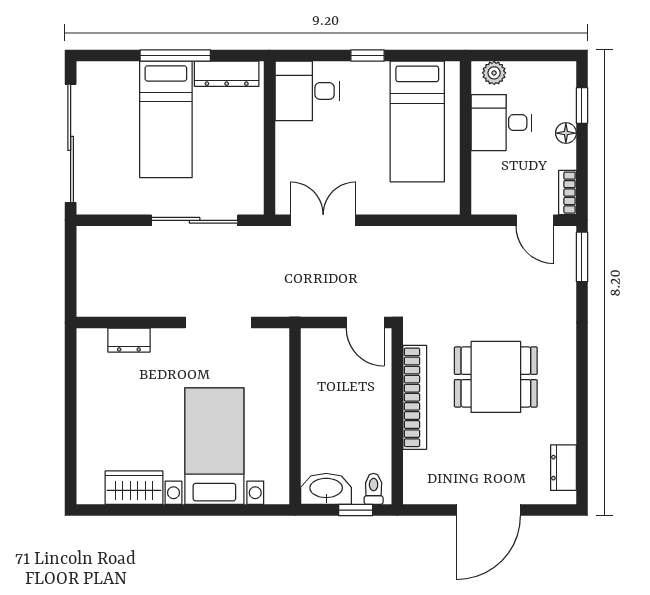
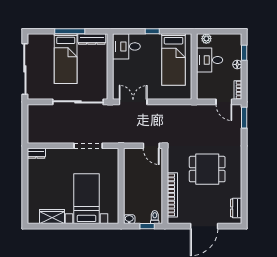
sliding door: (195, 220) -> (78, 102), width x1.36
dresser: (129, 340) -> (36, 153), moved
bookcase: (415, 397) -> (172, 195), moved
washbasin: (326, 489) -> (129, 219), width x0.52, depth x0.69

